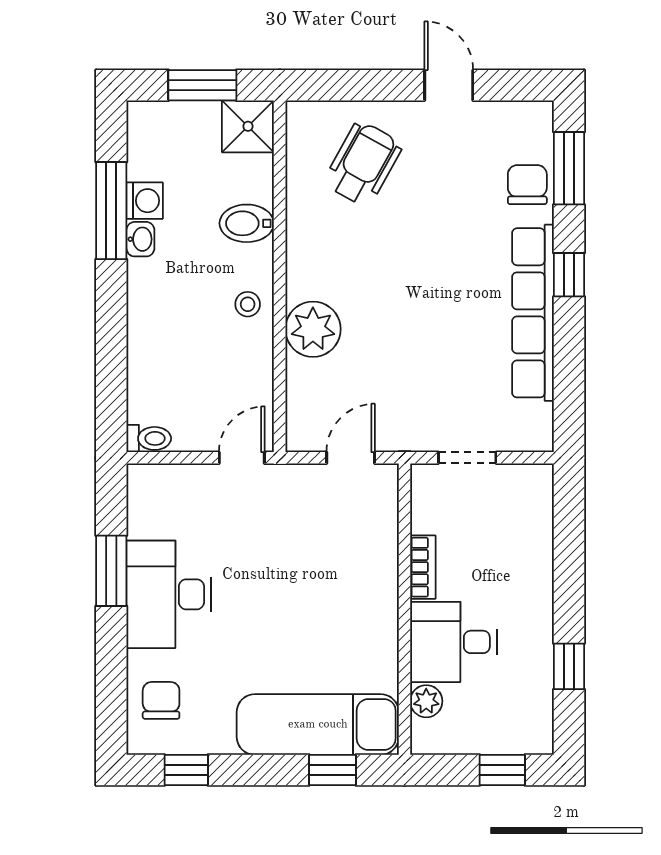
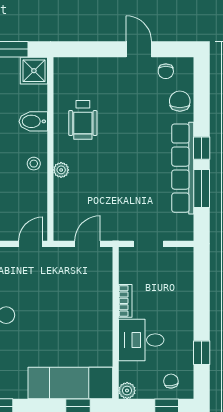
chair: (500, 127) -> (166, 71), added
wheelchair: (363, 164) -> (83, 120), moved, turned 151
window: (569, 168) -> (202, 188), moved
plant: (313, 329) -> (61, 170), width x0.53, depth x0.53
plant: (426, 701) -> (127, 391), moved
chair: (510, 721) -> (171, 381), added

